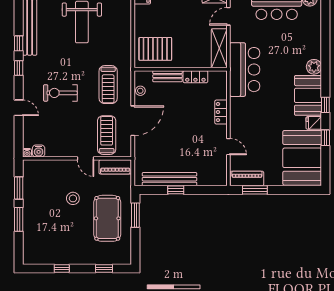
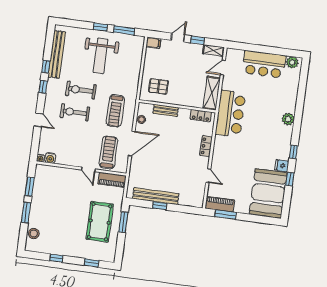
pallet: (155, 49) -> (159, 86), width x0.67, depth x0.71
exercise bike: (64, 66) -> (81, 90), added
locker: (195, 77) -> (201, 116), moved
booth: (308, 95) -> (280, 142), removed
stool: (73, 198) -> (34, 233), moved

